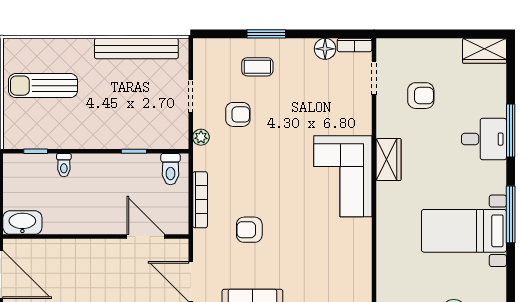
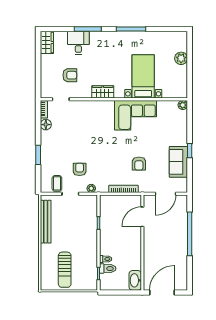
coffee table: (257, 67) -> (57, 183), moved
armchair: (421, 96) -> (70, 75), turned 90
desk: (484, 139) -> (78, 43), moved
toilet: (170, 169) -> (108, 269), moved
corner sofa: (343, 176) -> (136, 115), moved
bed with nightstands: (464, 231) -> (143, 76), moved, turned 180

